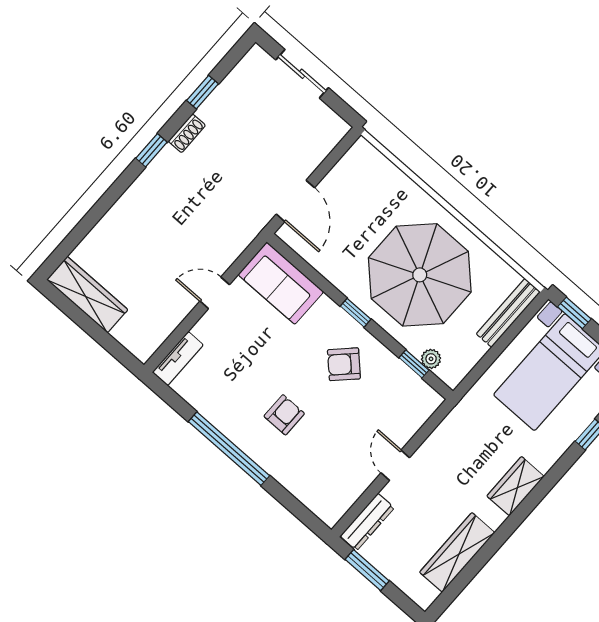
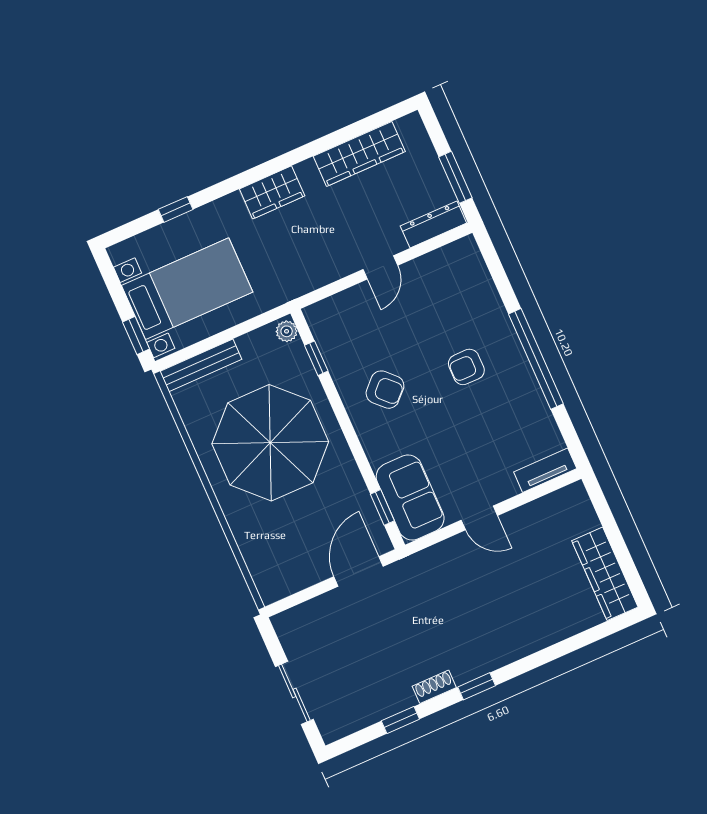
window: (356, 313) -> (382, 507), moved
plant: (431, 359) -> (287, 331), moved

